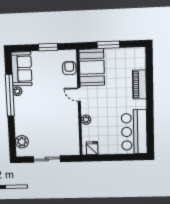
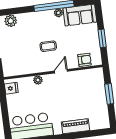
booth: (92, 67) -> (87, 81), removed
coffee table: (51, 105) -> (48, 46), added

